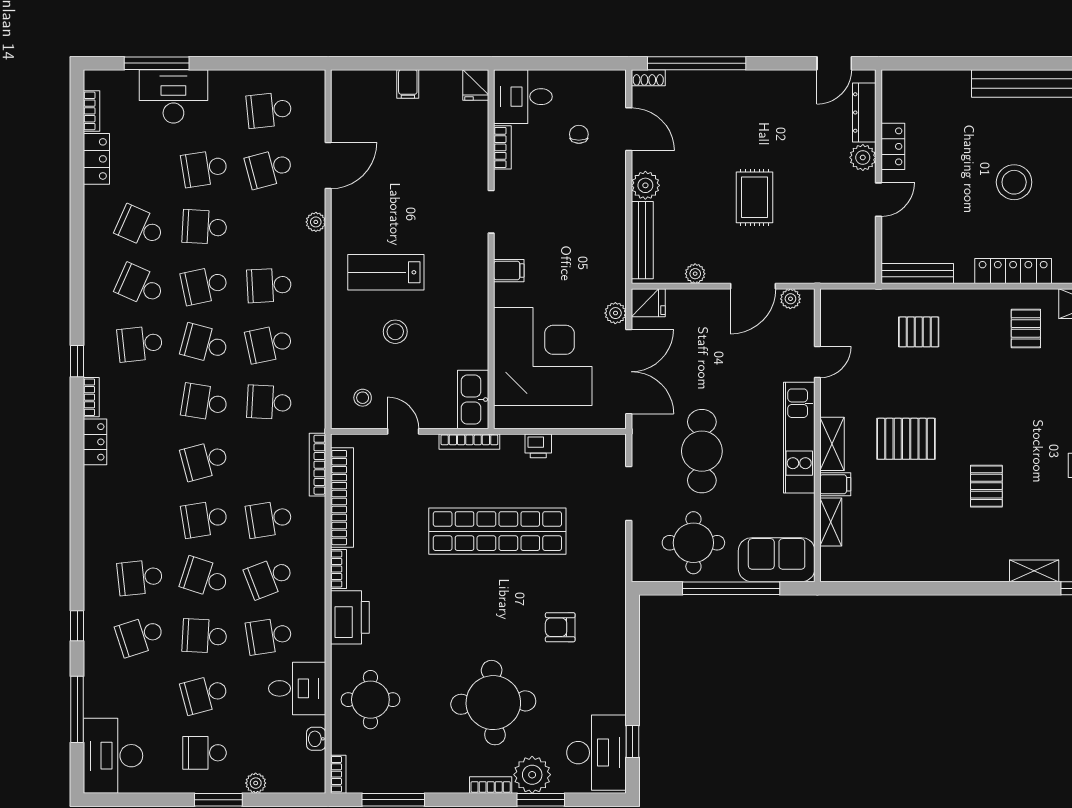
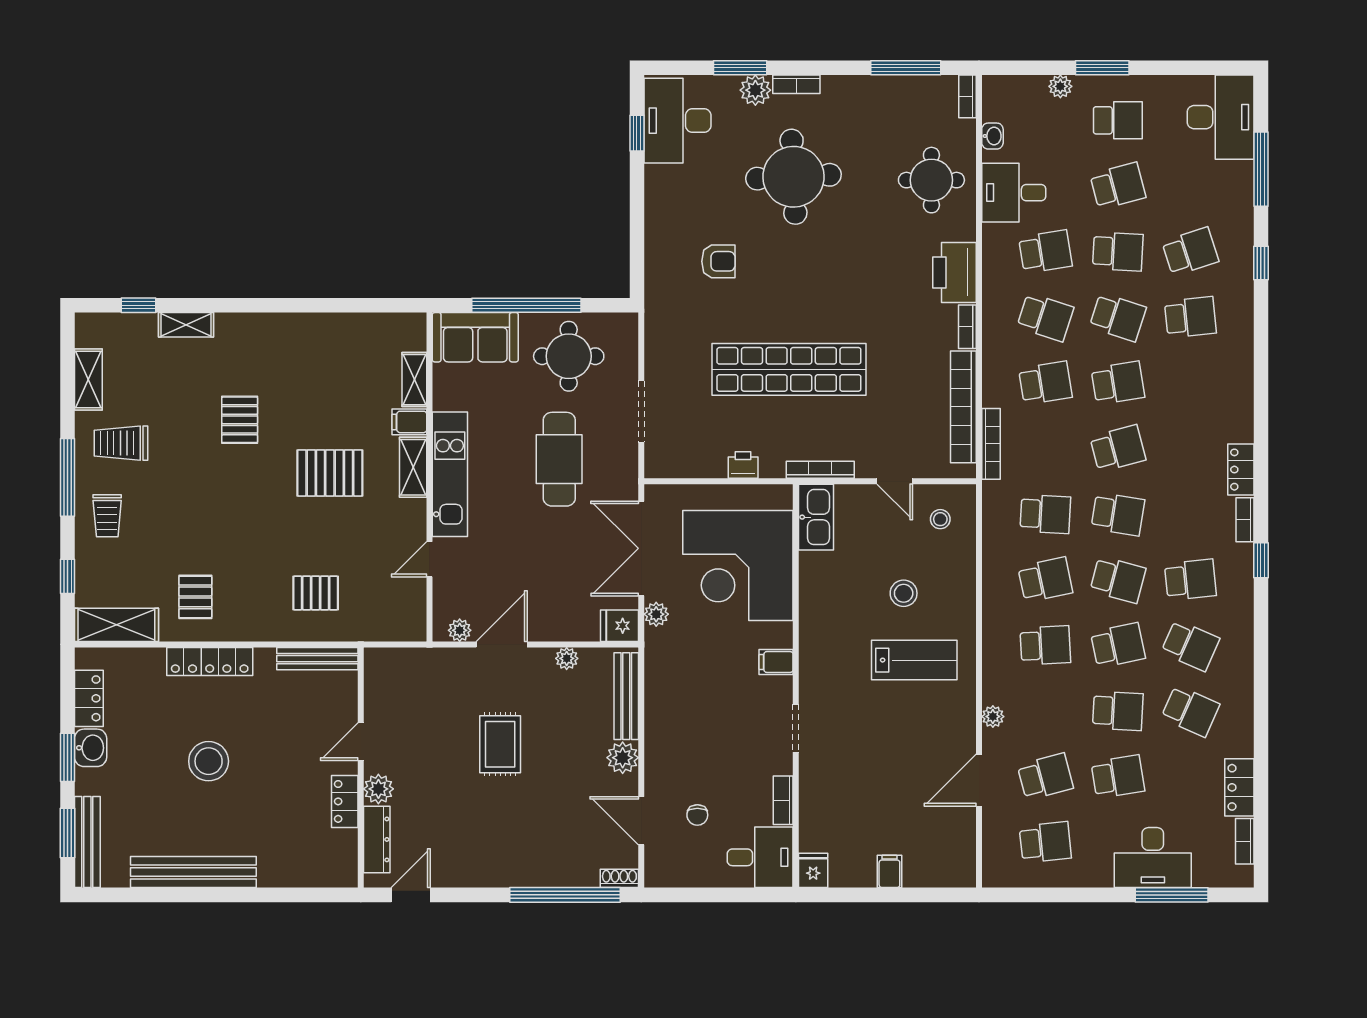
school desk: (269, 578) -> (1045, 317), turned 39
plant: (532, 775) -> (755, 90), width x0.73, depth x0.73

